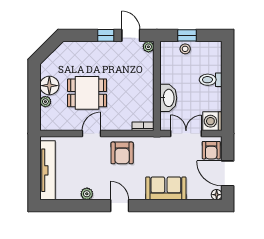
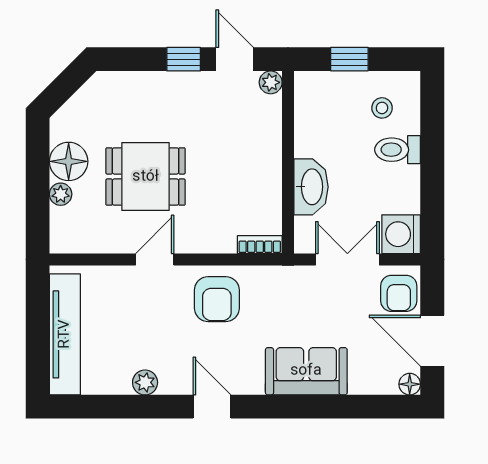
stool: (185, 49) -> (382, 108), moved

